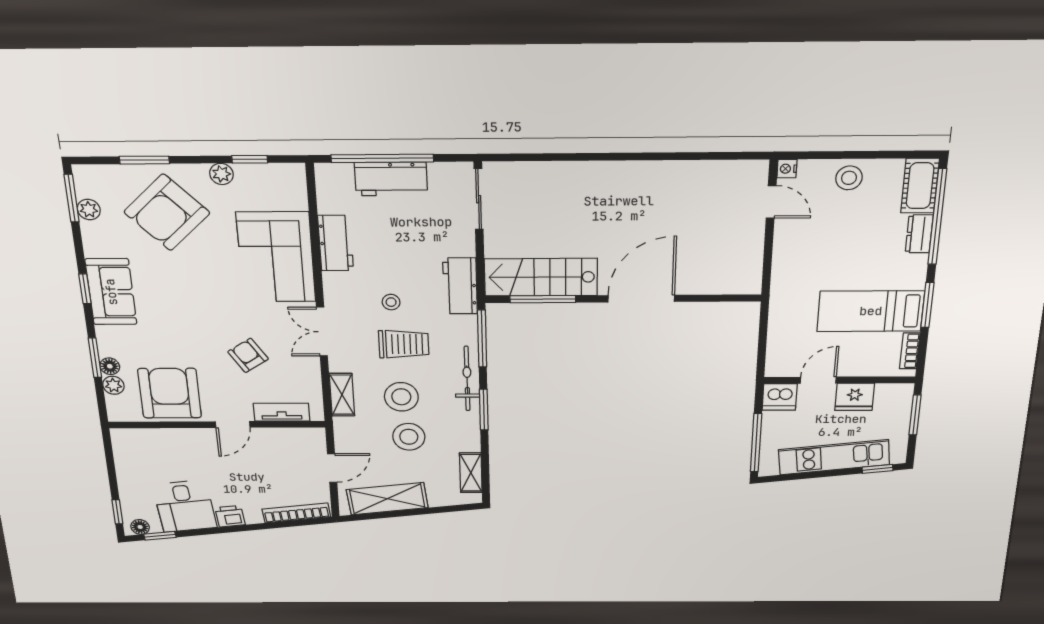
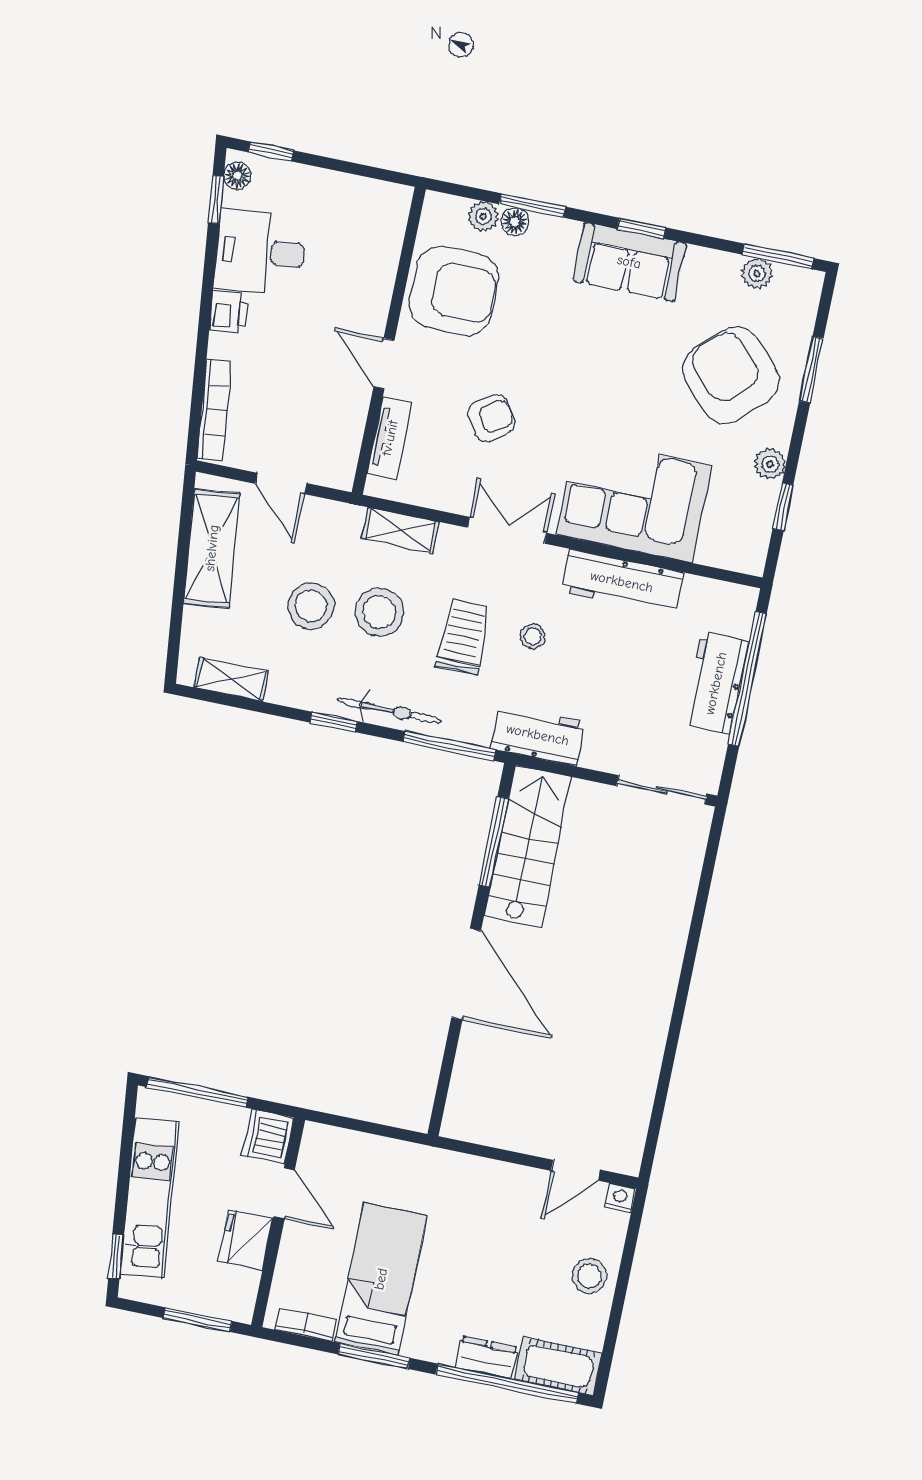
workbench: (336, 243) -> (622, 582), width x1.38
trolley: (404, 344) -> (463, 637), turned 180
window: (484, 410) -> (334, 722), width x0.67

